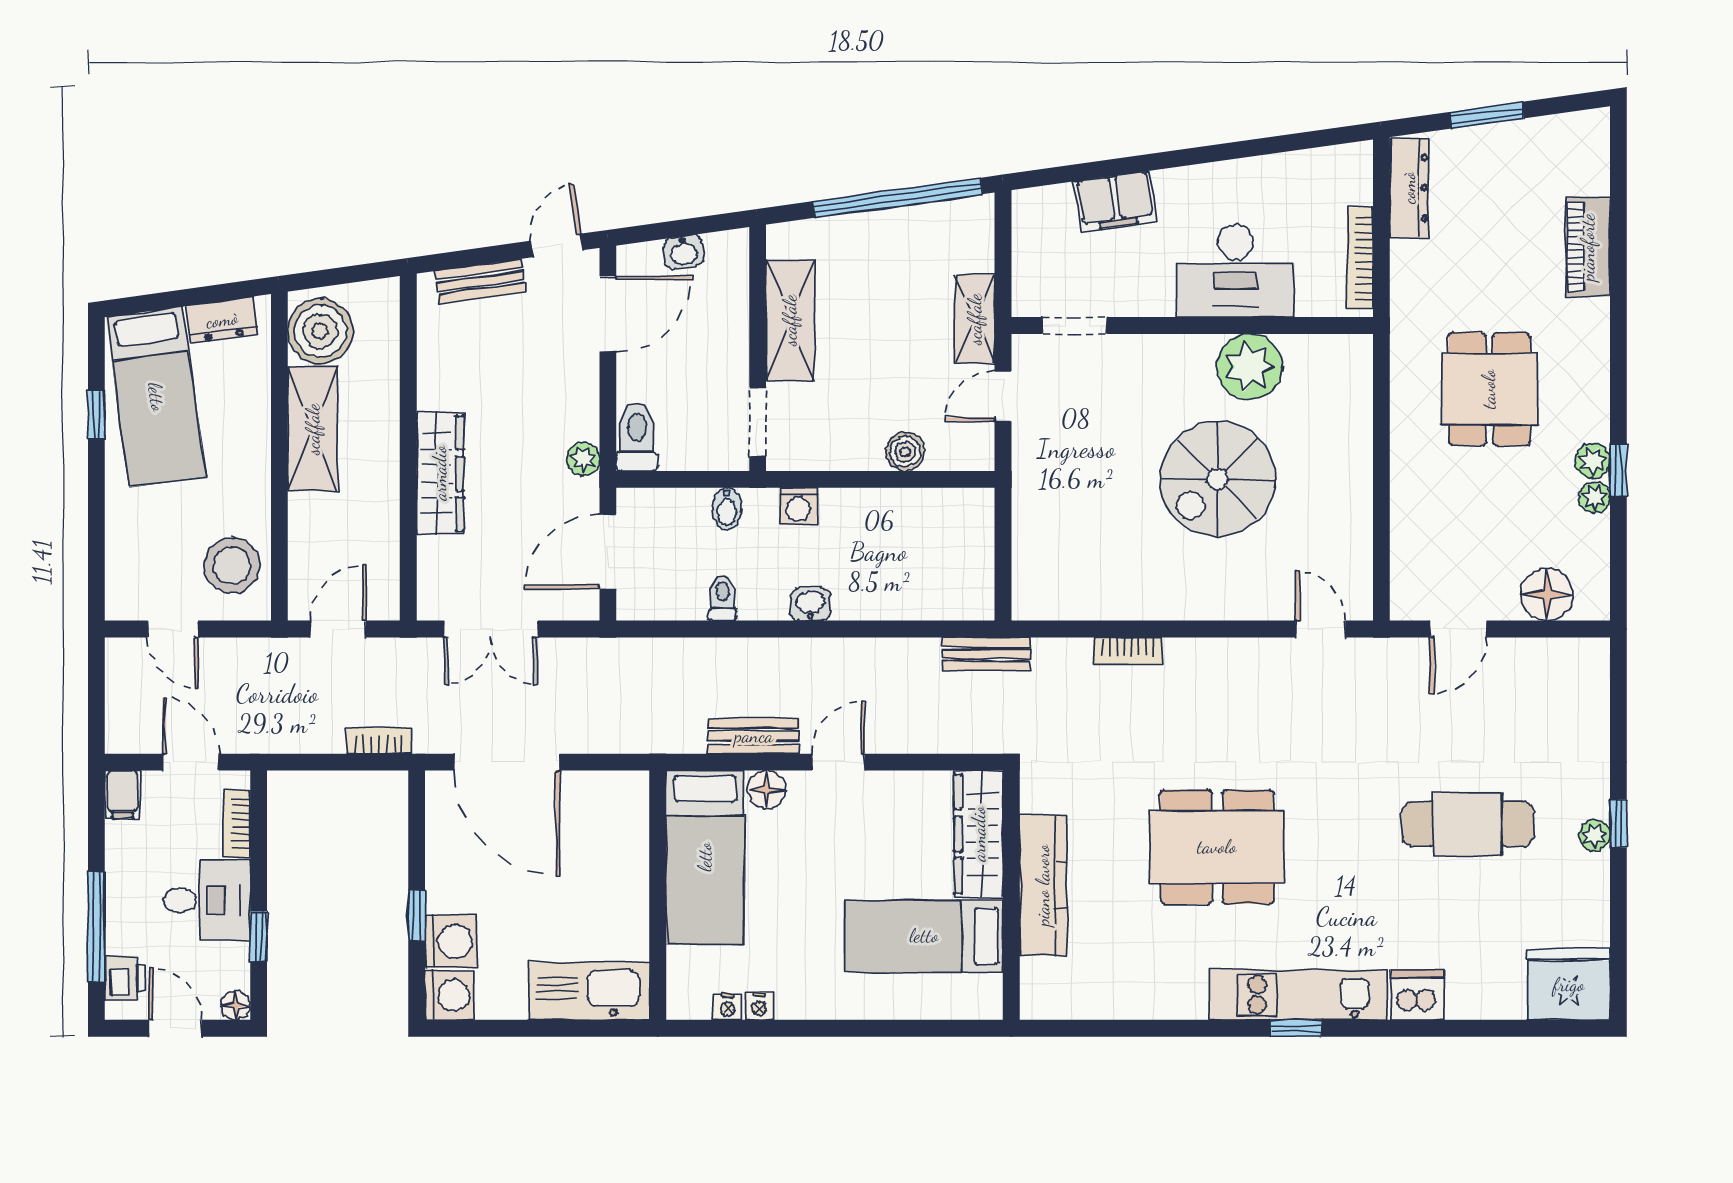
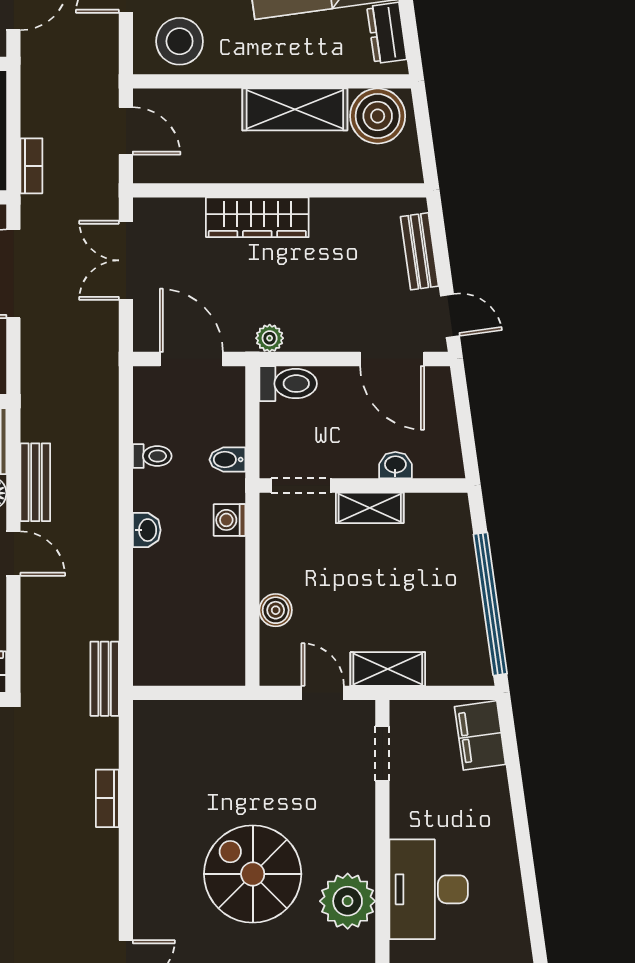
filing cabinet: (1115, 201) -> (480, 735), moved
washbasin: (684, 252) -> (395, 465), moved, turned 98
shelving: (790, 320) -> (370, 508), width x0.67, depth x0.75

